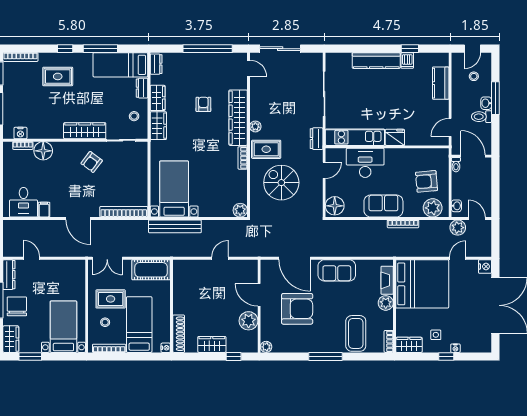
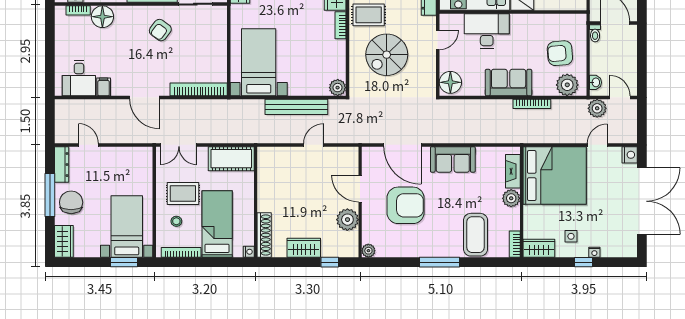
spiral stairs: (281, 183) -> (387, 55), turned -90
bench: (175, 226) -> (296, 107), moved
window: (30, 356) -> (124, 262), moved

